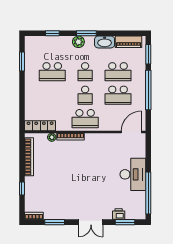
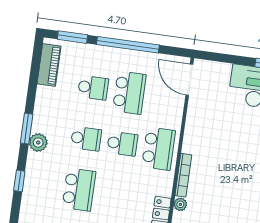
washbasin: (105, 42) -> (44, 102), removed
school desk: (118, 72) -> (93, 88), width x0.54

